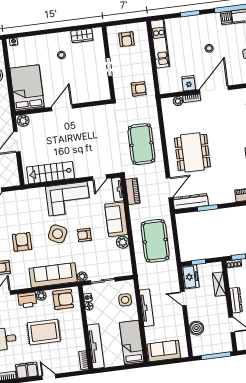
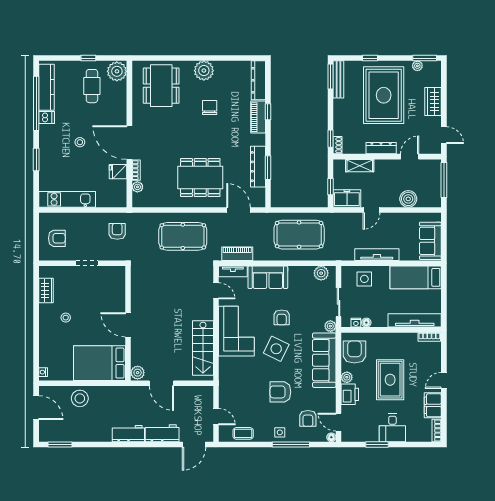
dresser: (191, 202) -> (258, 167), moved
plant: (123, 242) -> (321, 273), moved

